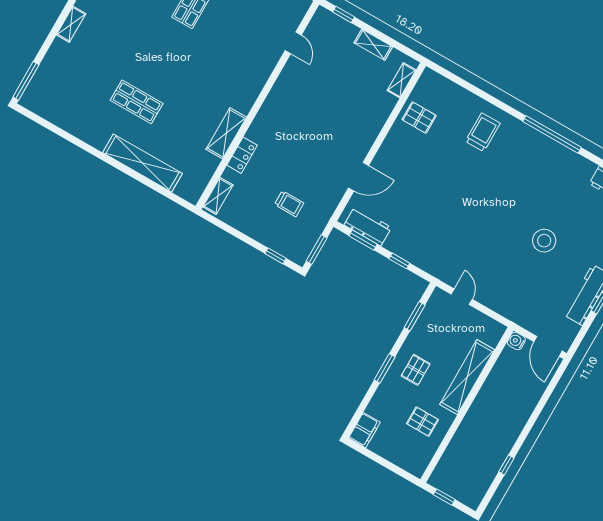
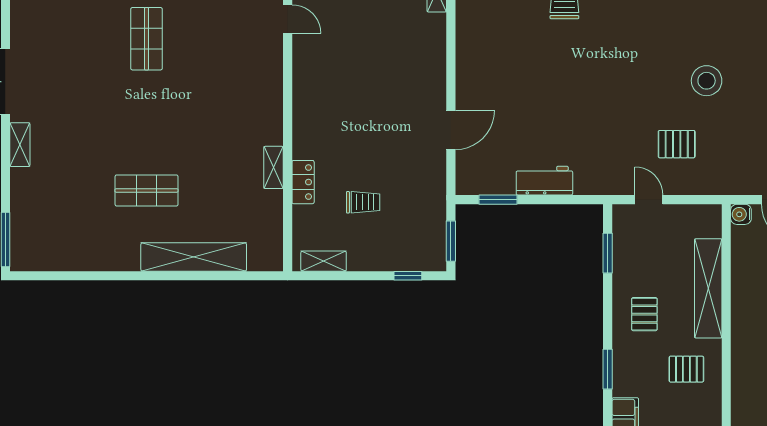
pallet: (419, 118) -> (677, 144), moved
shelving: (226, 133) -> (273, 167), width x0.67, depth x0.75
shelving: (218, 196) -> (324, 261), moved, turned 90
trolley: (289, 204) -> (363, 202), moved
workbench: (368, 226) -> (544, 181), moved
window: (399, 261) -> (554, 200), removed
window: (385, 368) -> (608, 369), moved

